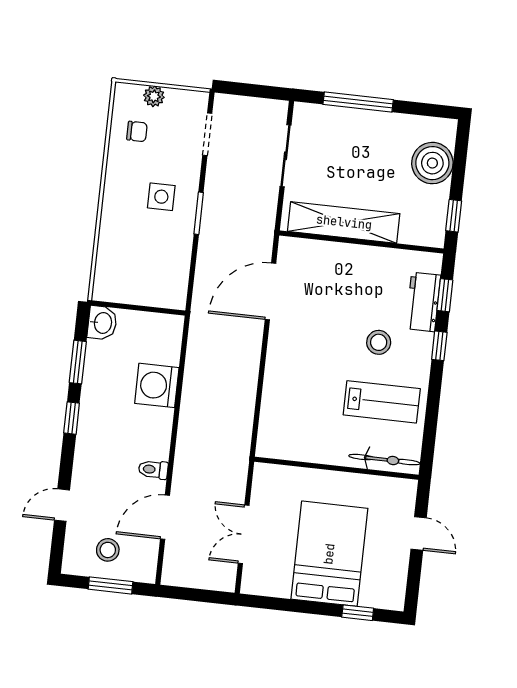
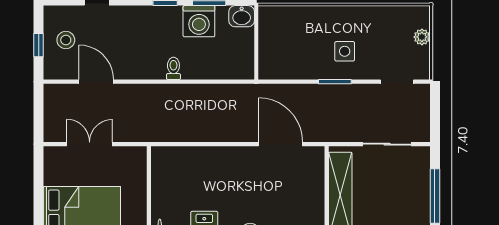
chair: (137, 131) -> (393, 27), removed
washing machine: (157, 385) -> (199, 21), moved, turned 180
toilet: (153, 470) -> (173, 68), moved
window: (110, 585) -> (39, 45), width x0.67

